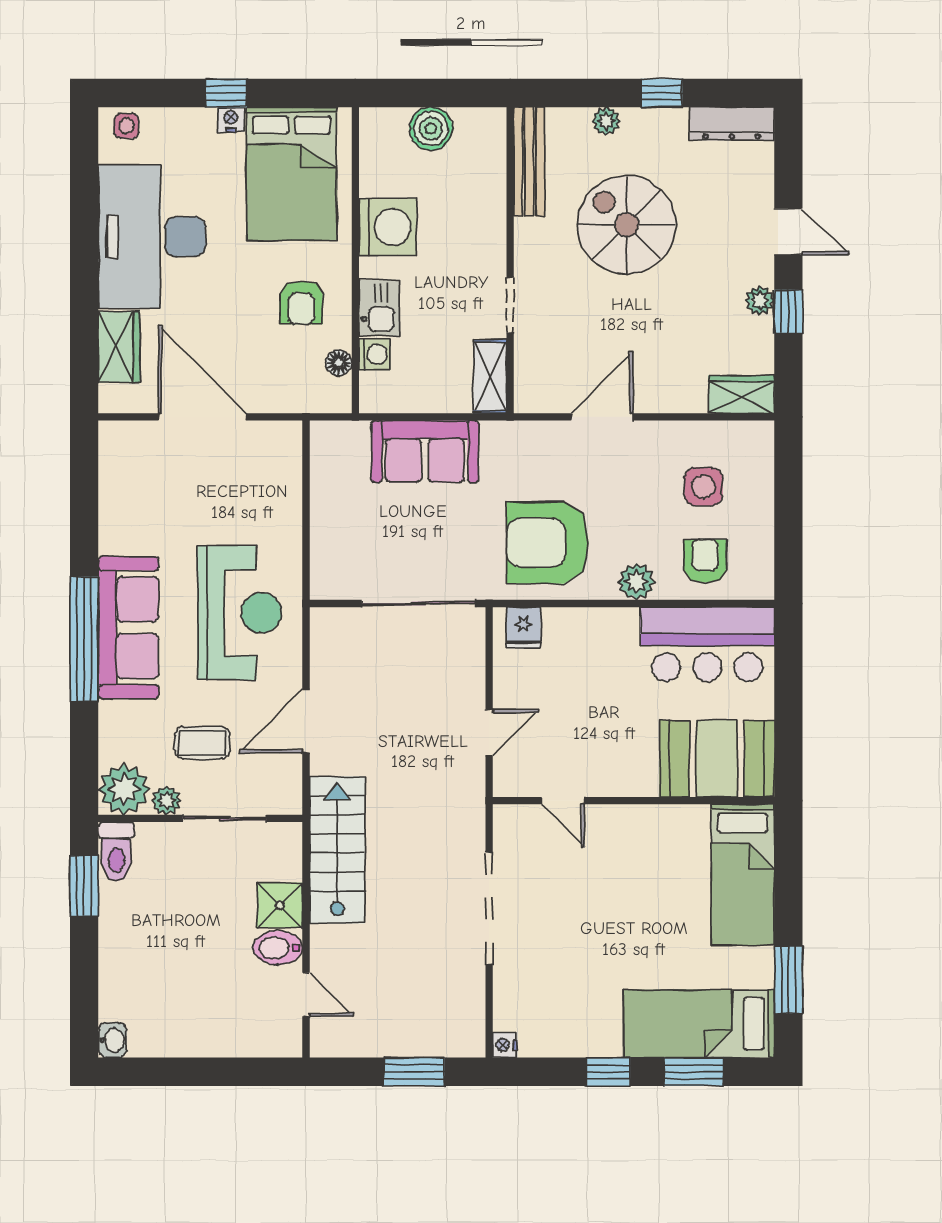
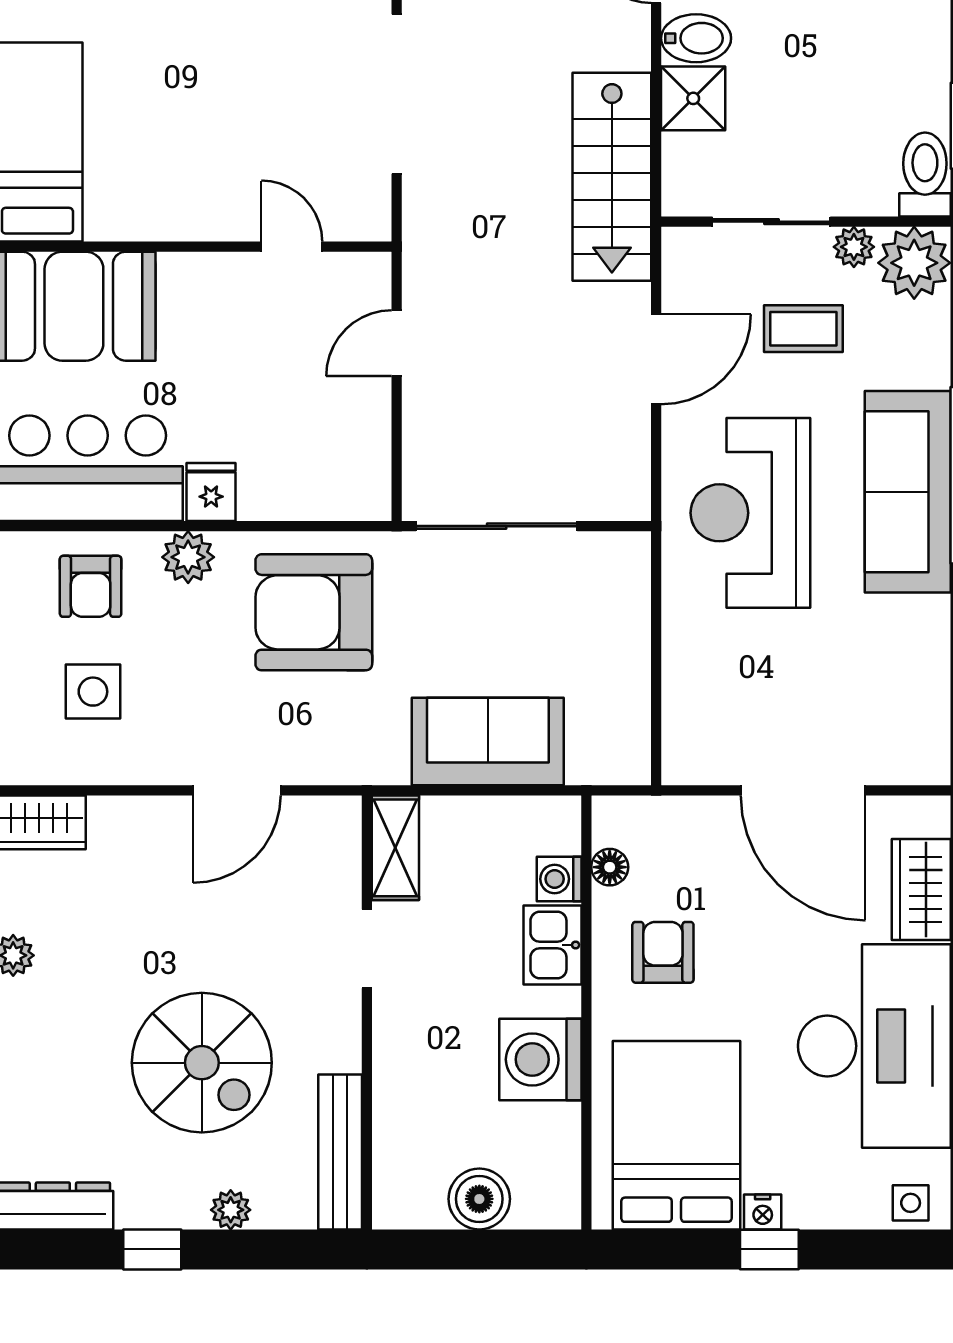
armchair: (548, 543) -> (314, 612), turned 180
fridge: (523, 628) -> (211, 492), moved

